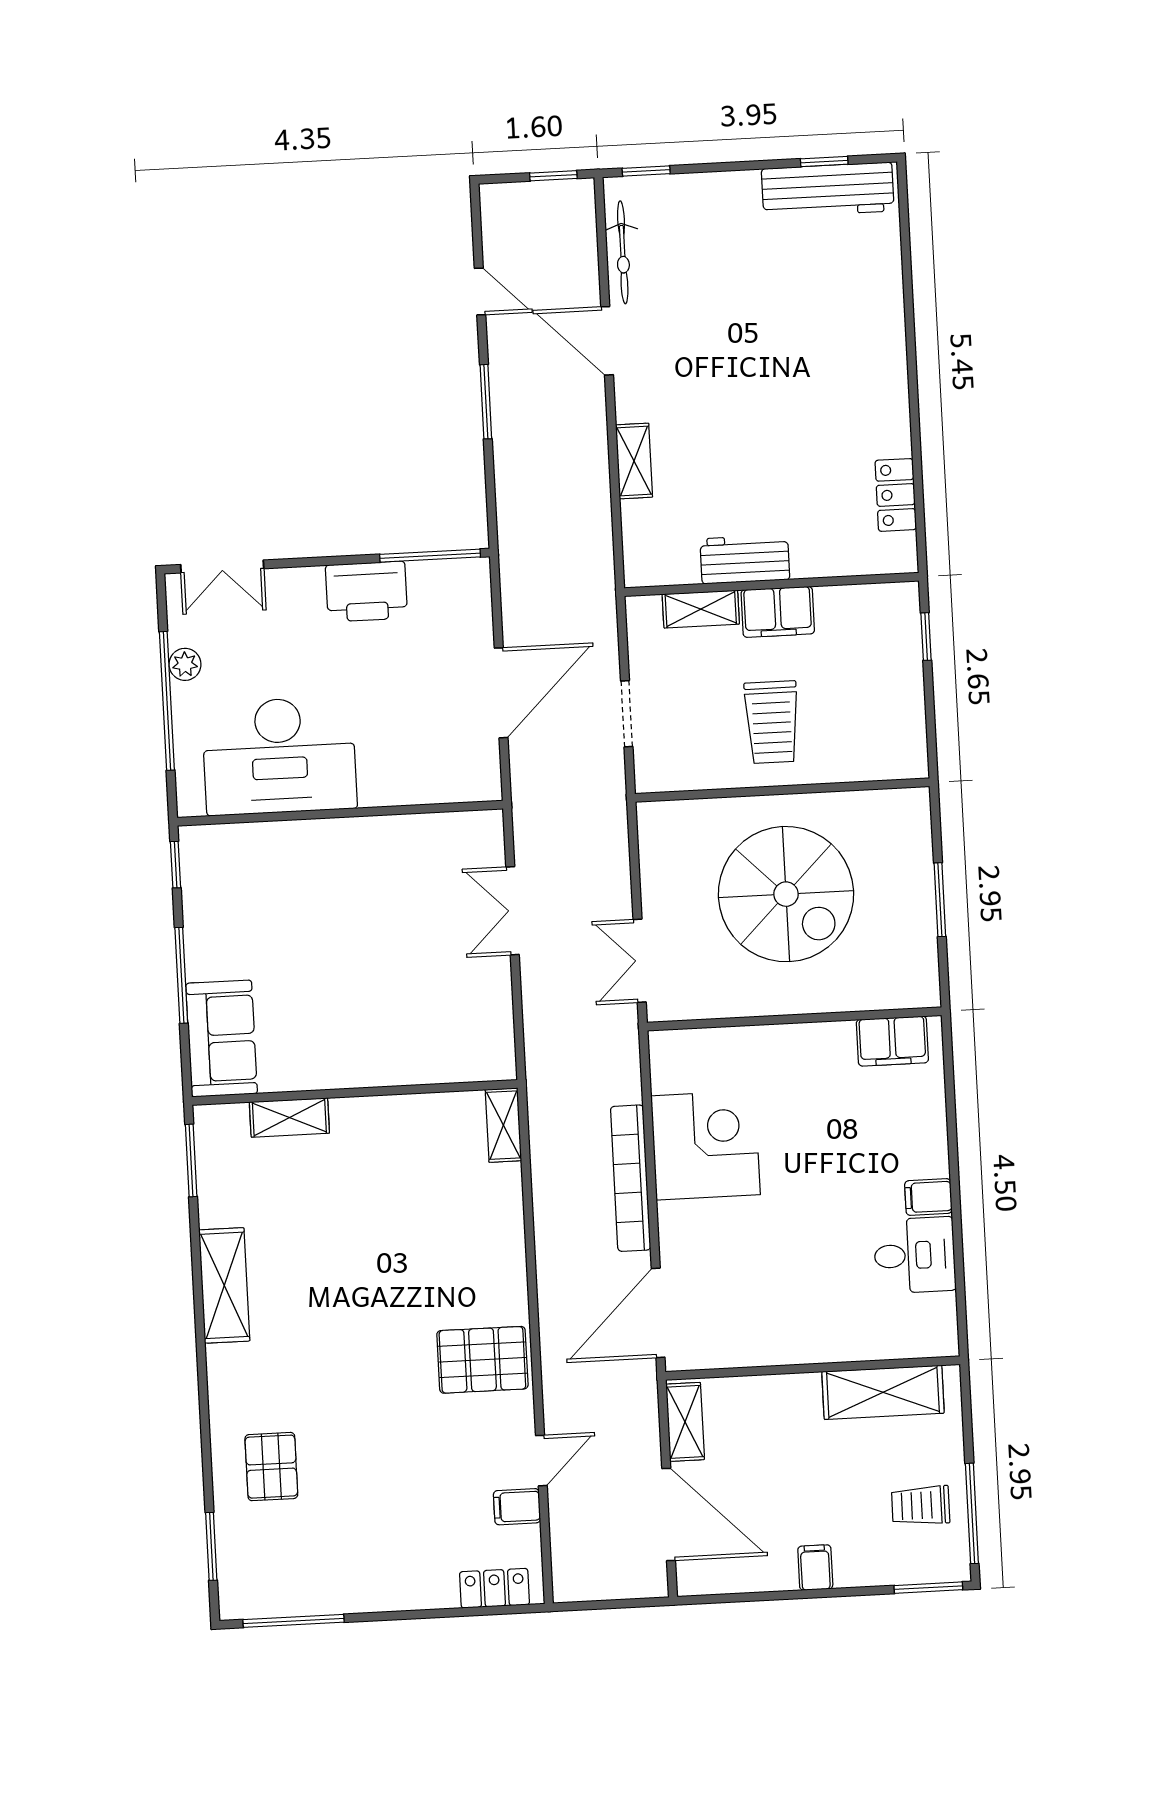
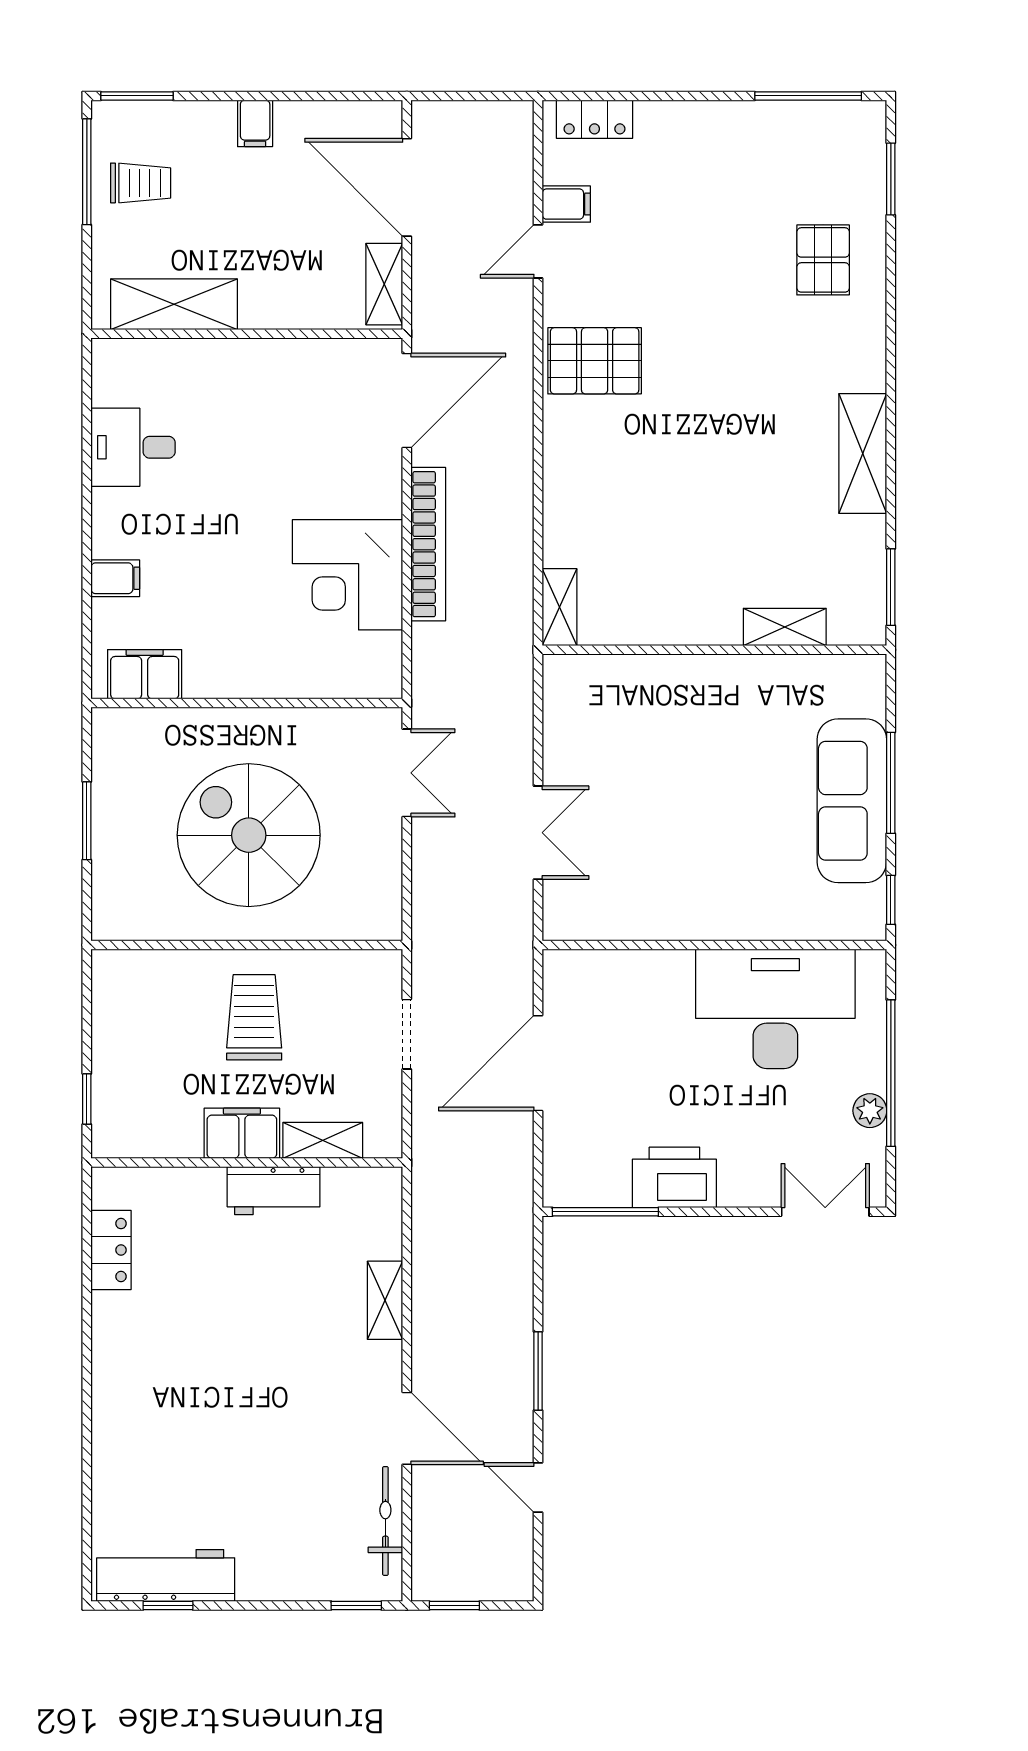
sofa: (222, 1039) -> (852, 801), moved, width x1.36
filing cabinet: (928, 1197) -> (115, 578), moved

